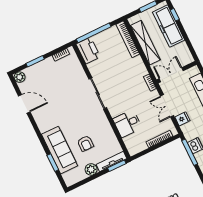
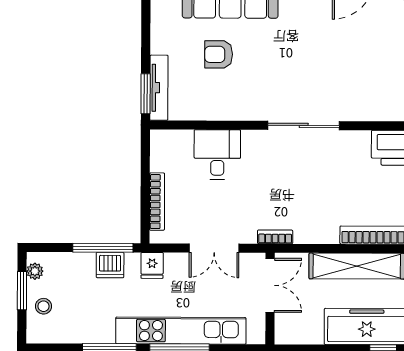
double door: (167, 106) -> (214, 248), swing flipped
fridge: (182, 119) -> (152, 265), moved
plant: (91, 169) -> (163, 41), removed

